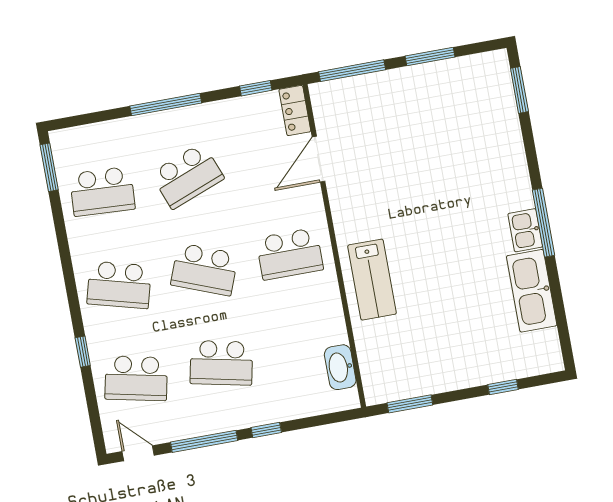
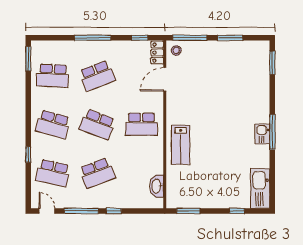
stool: (330, 100) -> (176, 50), added
kitchen sink: (532, 291) -> (260, 188), moved
school desk: (221, 363) -> (97, 173), turned -33

